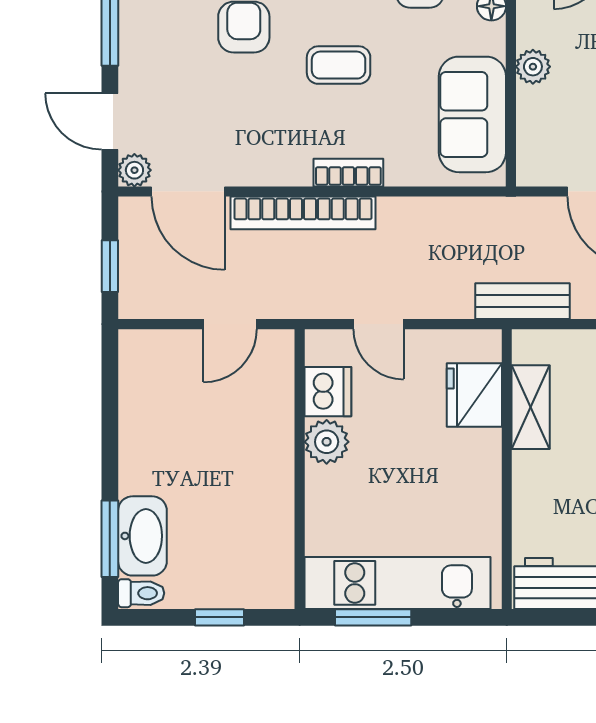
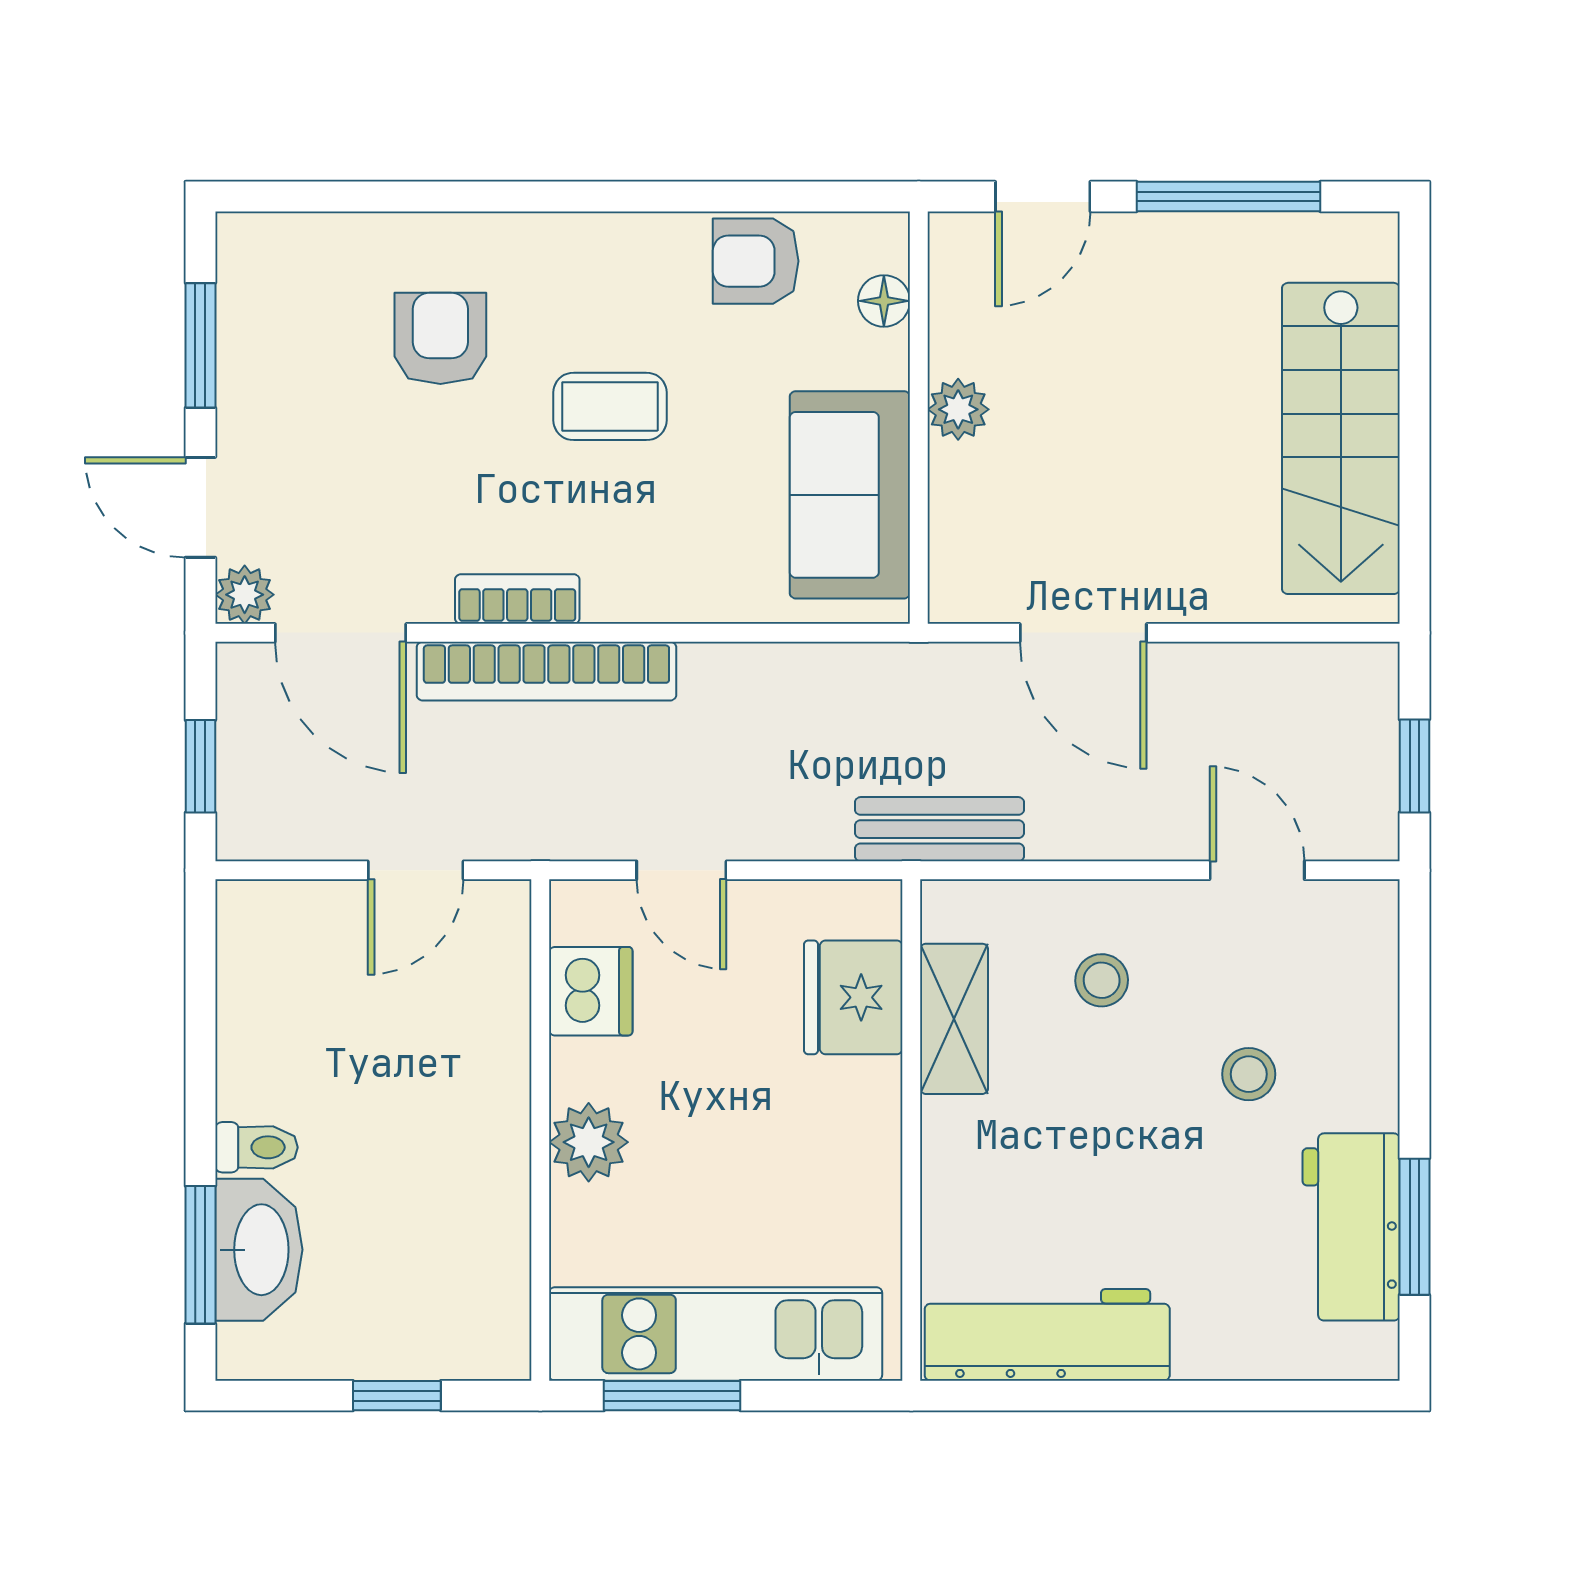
bookcase: (348, 173) -> (517, 599), moved
plant: (327, 442) -> (589, 1142), moved
toilet: (141, 593) -> (256, 1147), moved

